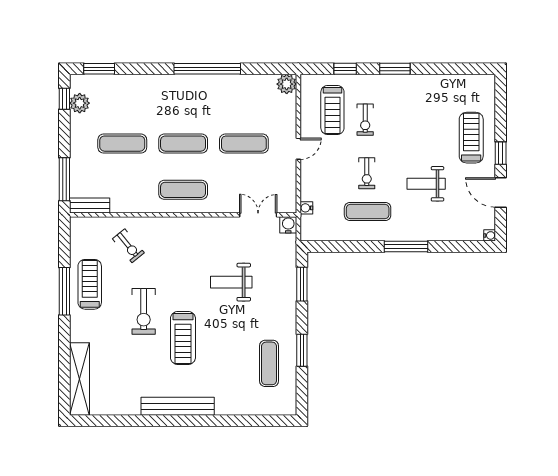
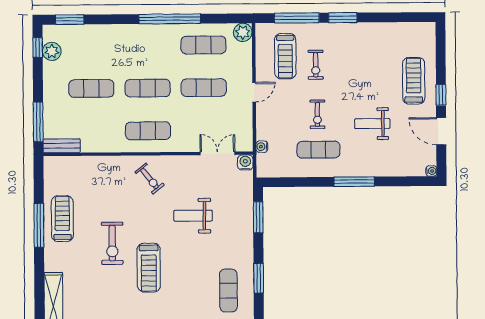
window: (345, 69) -> (297, 18), width x2.17
exercise mat: (244, 97) -> (203, 45), added
exercise bike: (128, 246) -> (150, 179), moved

